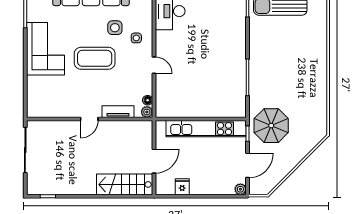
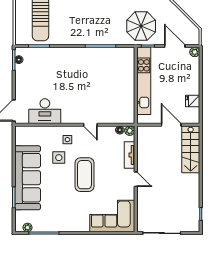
corner sofa: (45, 49) -> (112, 216), moved
door: (154, 65) -> (90, 125), swing flipped

